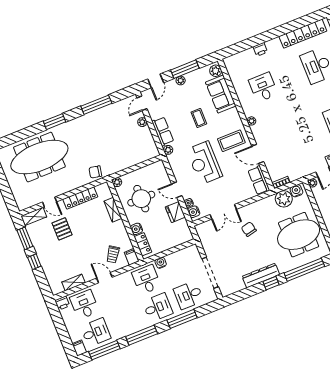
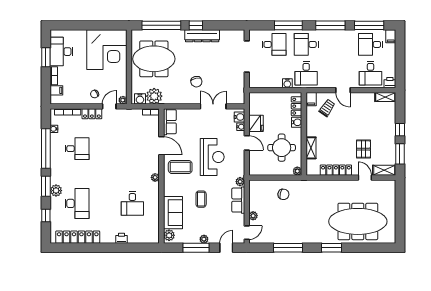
chair: (95, 172) -> (283, 194), moved
shelving: (73, 282) -> (385, 97), moved

